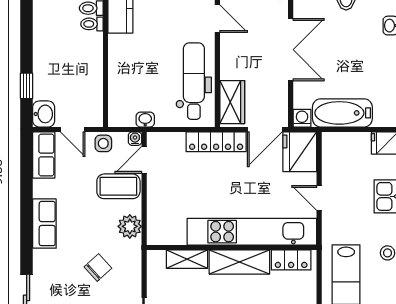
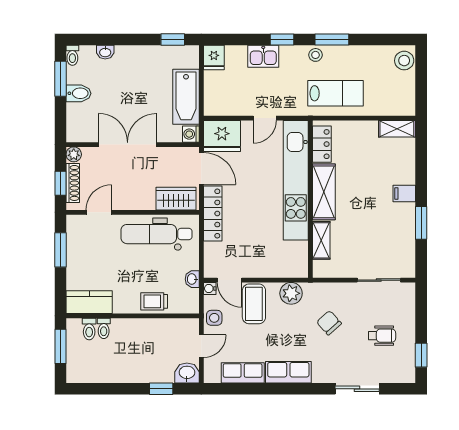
trolley: (121, 78) -> (154, 301), added
row of seats: (44, 155) -> (243, 373), moved

